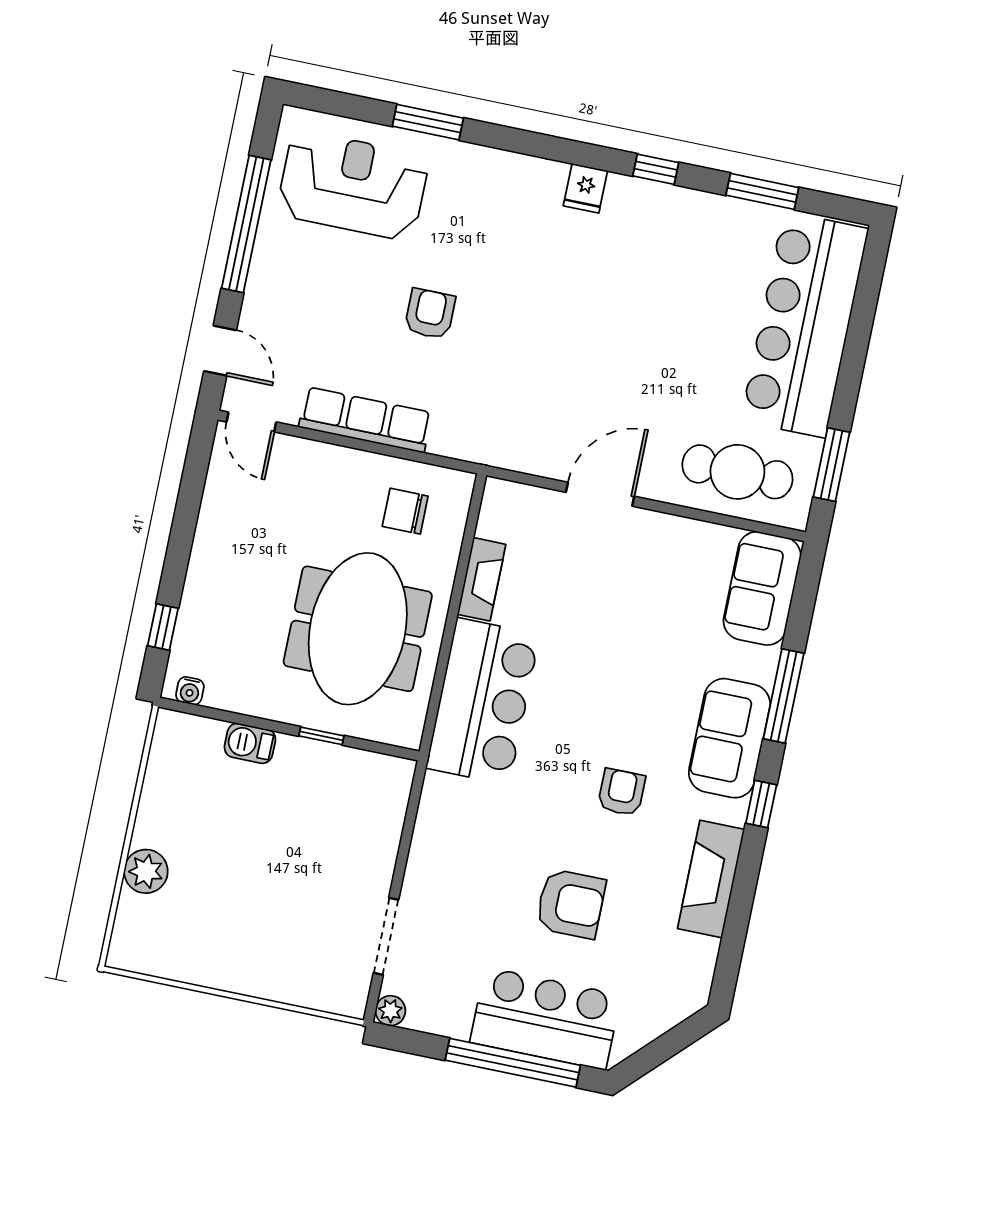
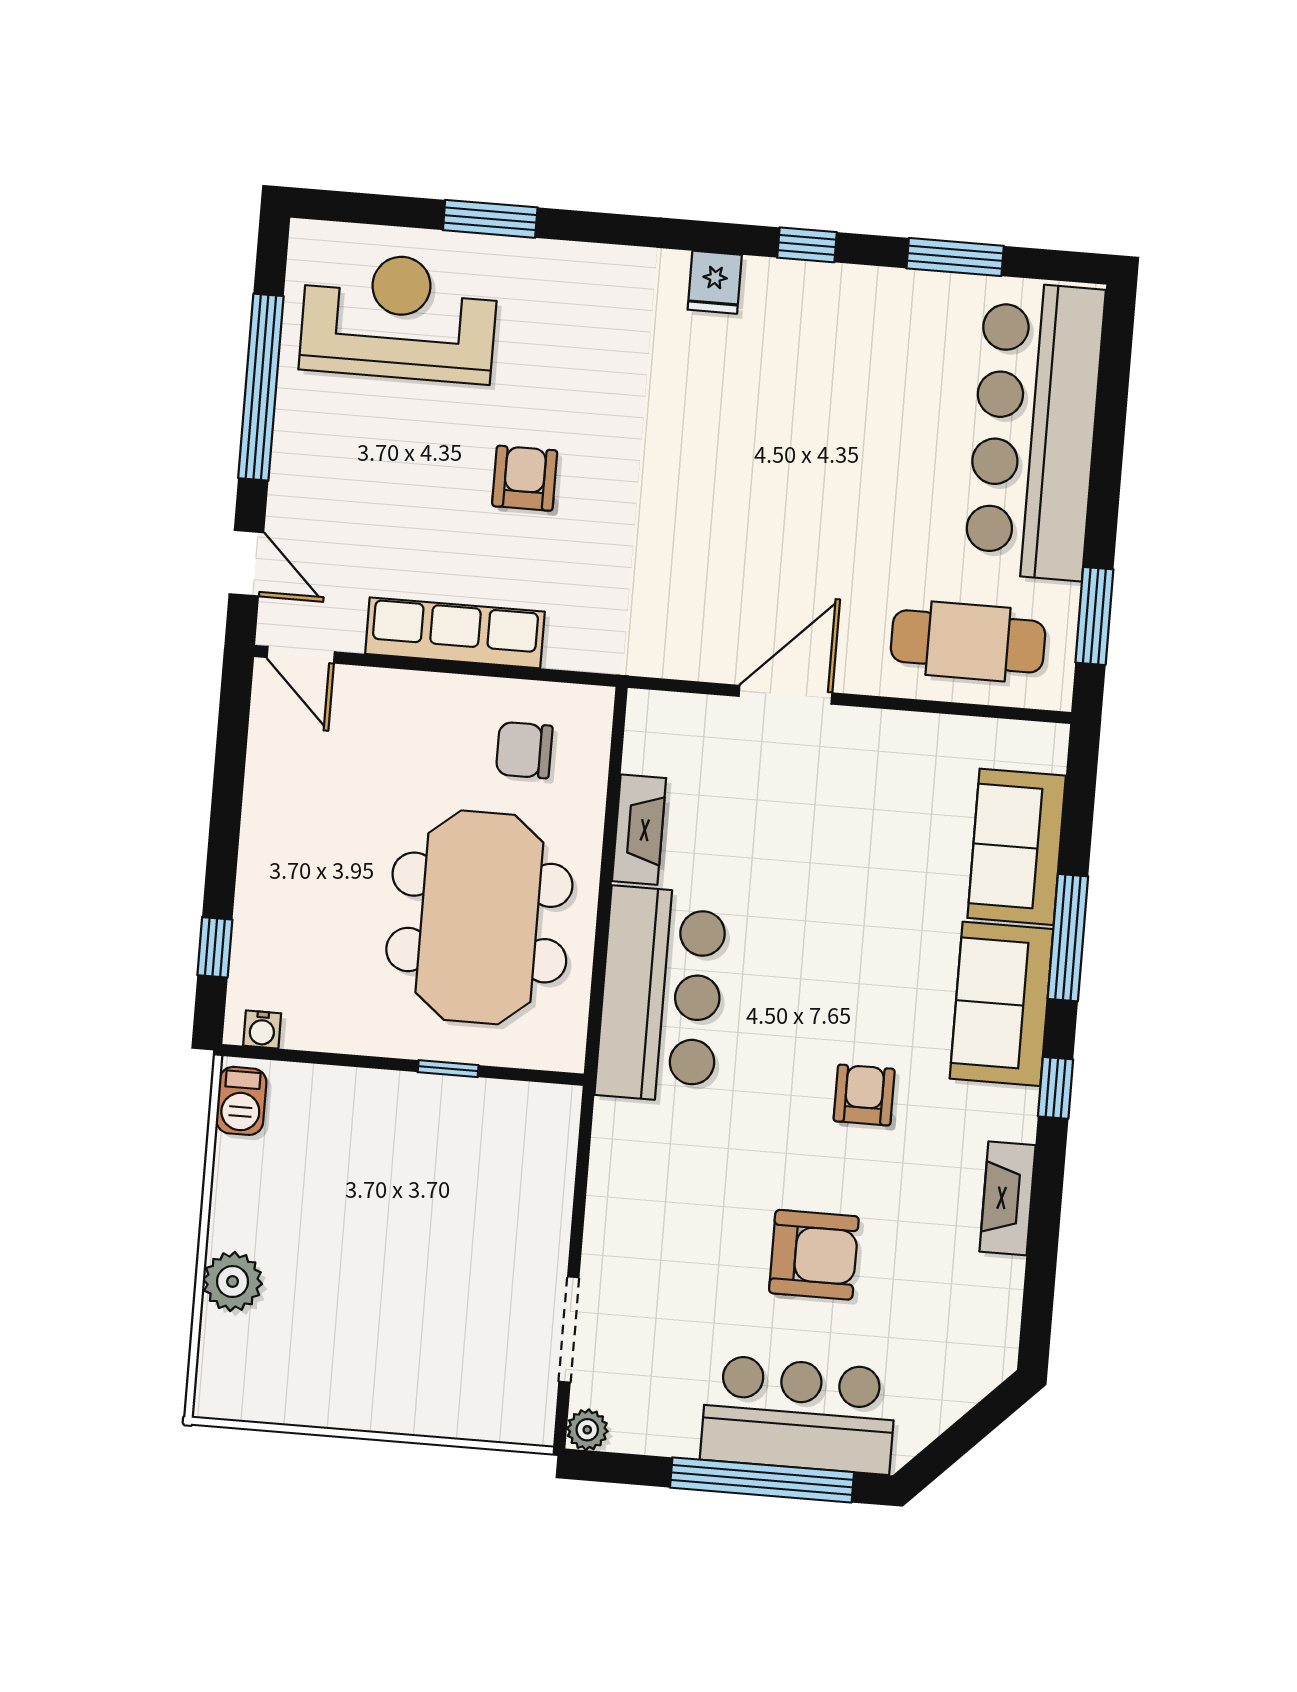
sofa: (762, 588) -> (1017, 847), moved
barbecue: (250, 743) -> (241, 1101), moved, turned -90
fireplace: (711, 879) -> (1008, 1198), width x0.73, depth x0.76

